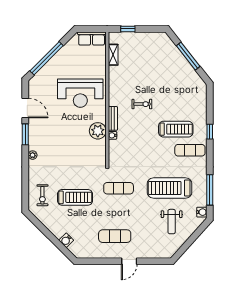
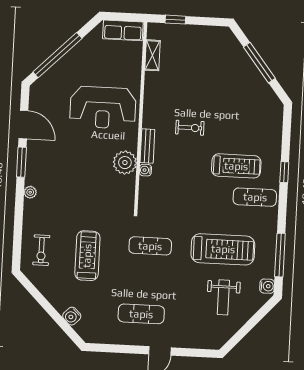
treadmill: (169, 188) -> (223, 249), turned 180
treadmill: (75, 197) -> (87, 256), turned -90

